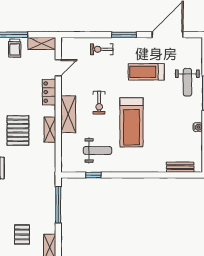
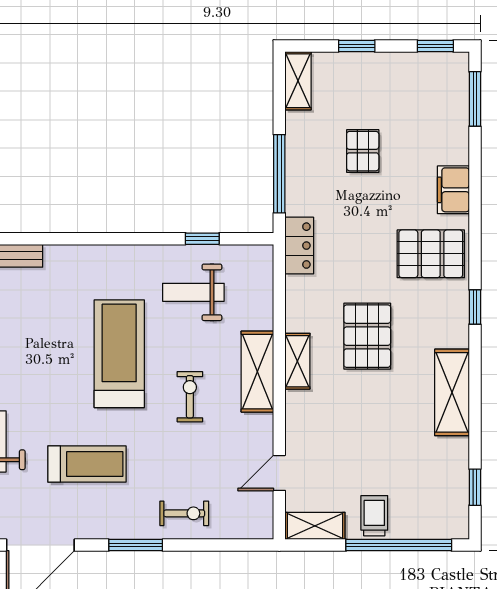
locker: (49, 92) -> (299, 246), moved
shelving: (50, 130) -> (297, 361), moved
pallet: (22, 235) -> (363, 151), moved

